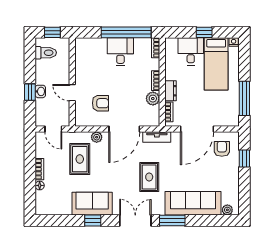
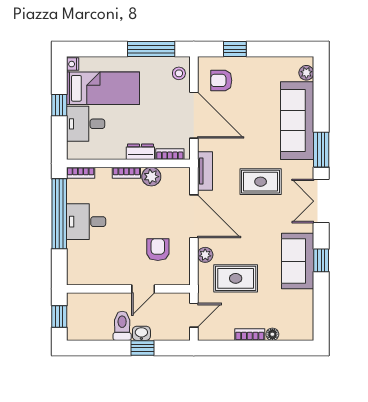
toilet: (46, 53) -> (122, 326), moved
stool: (227, 118) -> (179, 73), added

